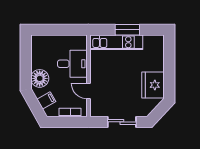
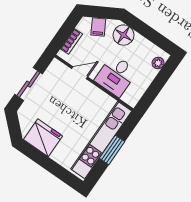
plant: (43, 40) -> (158, 63), added
kitchen unit: (116, 42) -> (101, 140), width x1.36

